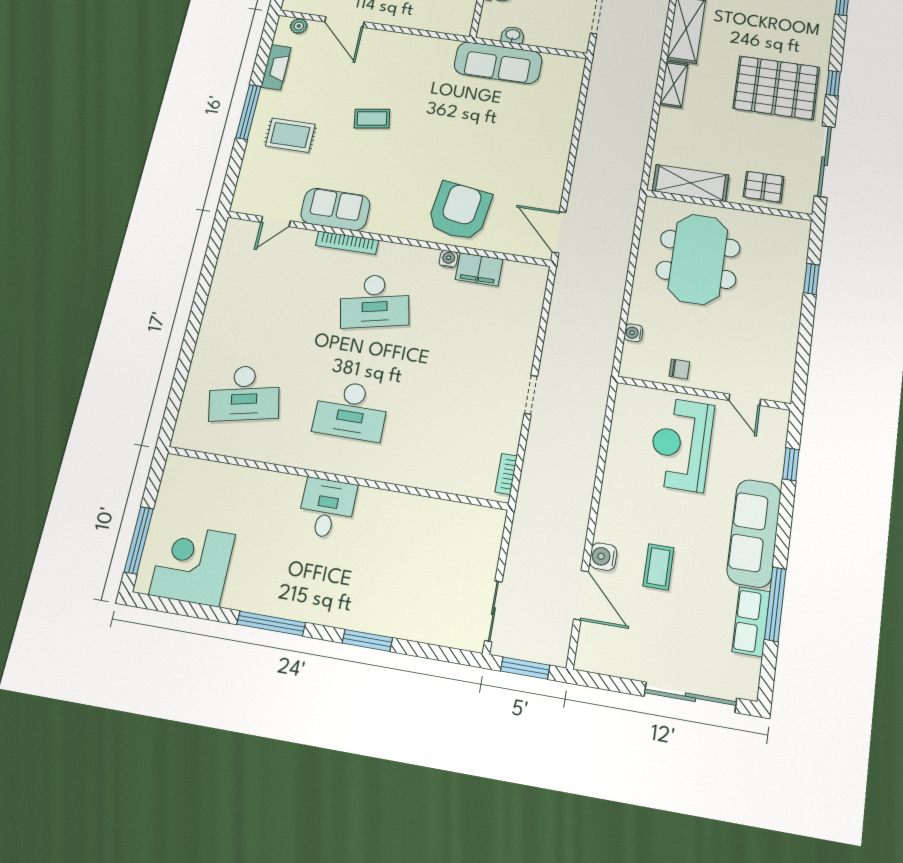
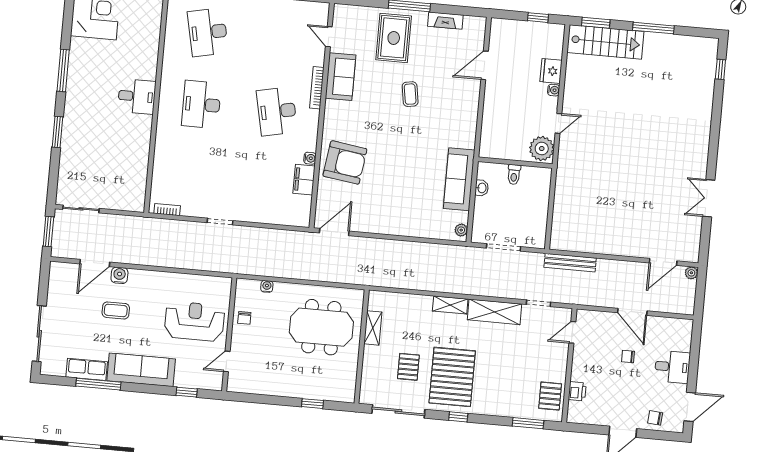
plant: (299, 26) -> (461, 230), moved
rug: (290, 135) -> (394, 38), width x1.36, depth x1.43
shelving: (691, 183) -> (373, 328), width x0.67, depth x0.75
pallet: (764, 187) -> (408, 367), moved

